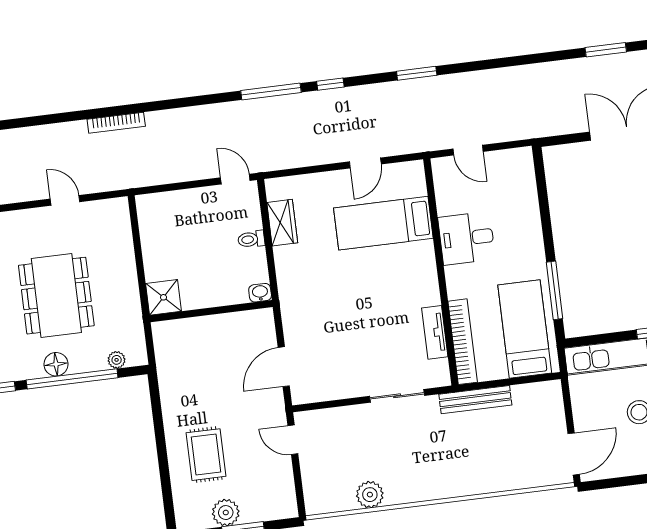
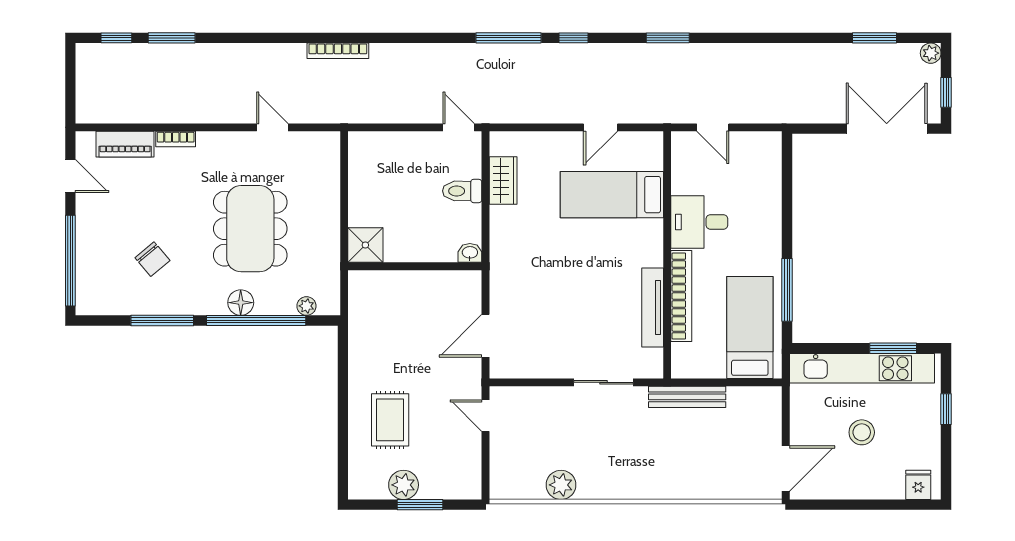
toilet: (251, 239) -> (462, 191), width x1.37, depth x1.39
tv unit: (435, 332) -> (653, 308), width x1.41
bookcase: (463, 342) -> (681, 296), moved

